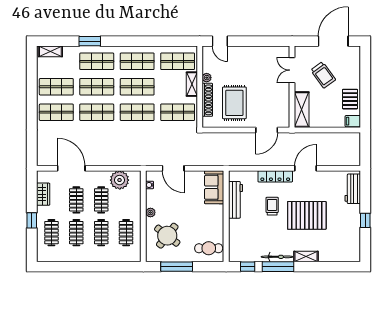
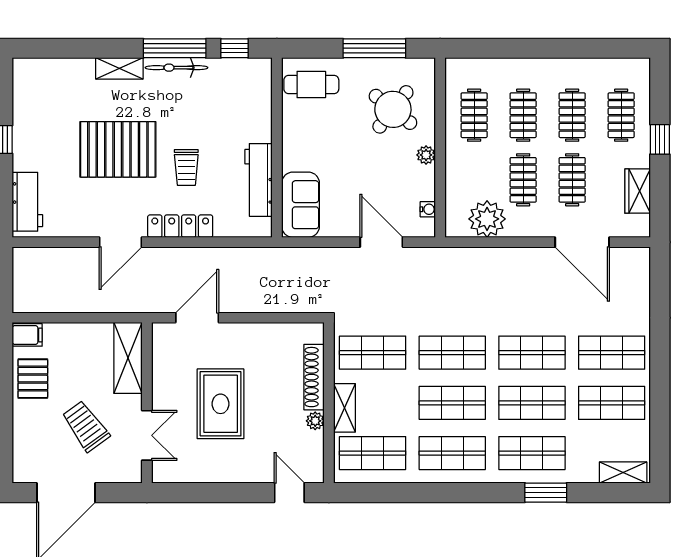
rug: (234, 103) -> (221, 404), moved

